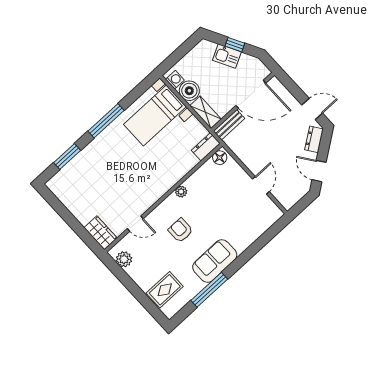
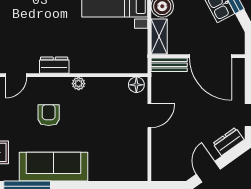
dresser: (206, 147) -> (54, 65), moved
door: (261, 185) -> (149, 116), moved
door: (135, 224) -> (16, 75), hinge flipped
sofa: (215, 261) -> (54, 167), width x1.36

